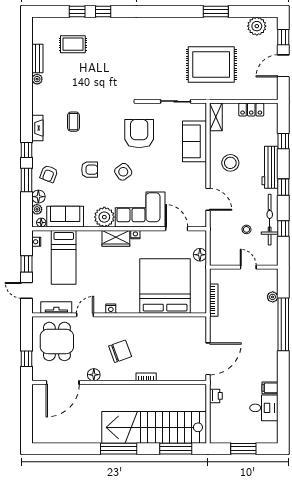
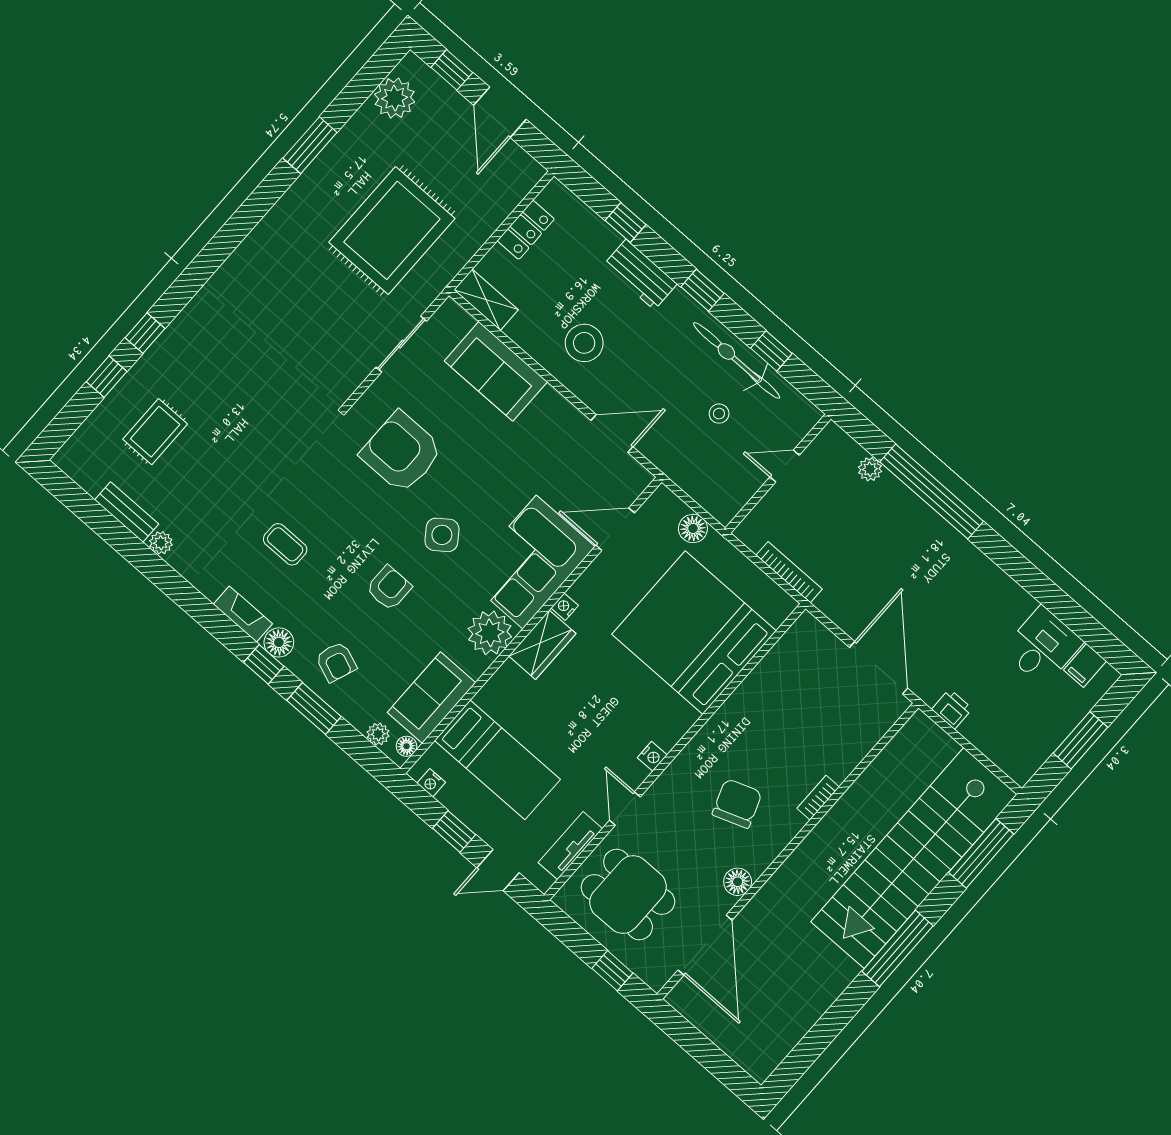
workbench: (270, 167) -> (640, 275), width x0.73
floor lamp: (38, 197) -> (279, 642), moved
filing cabinet: (270, 388) -> (1085, 666), moved

